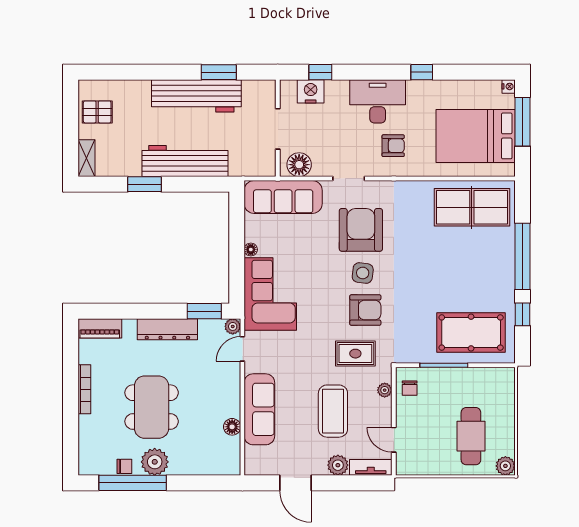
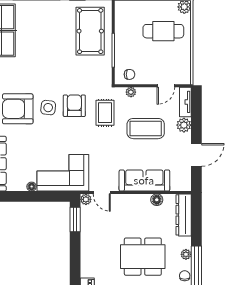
dresser: (167, 329) -> (184, 215), moved, turned 180
plant: (155, 462) -> (186, 254), width x0.53, depth x0.53

